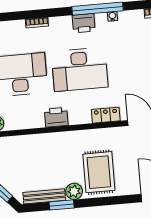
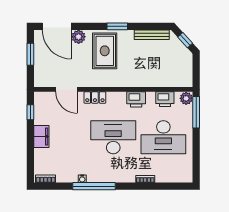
printer: (84, 23) -> (165, 99), moved, turned 180
plant: (74, 191) -> (79, 37), moved
window: (62, 205) -> (117, 26), moved

